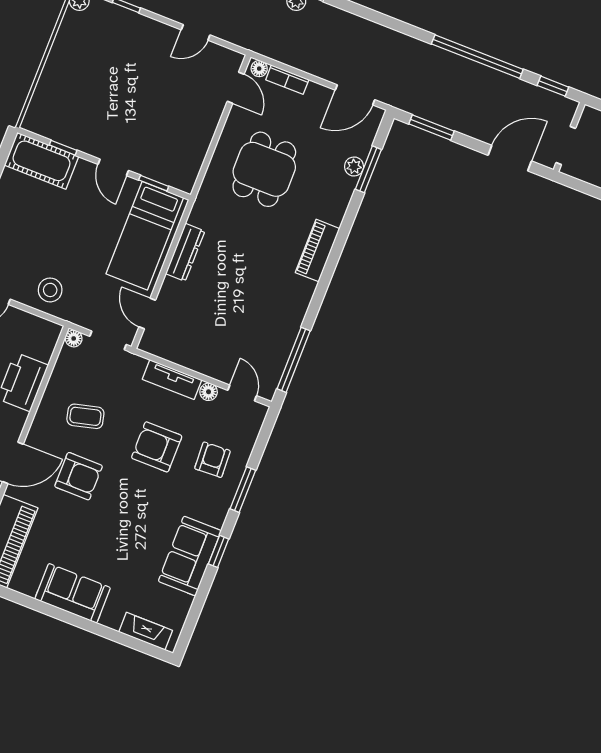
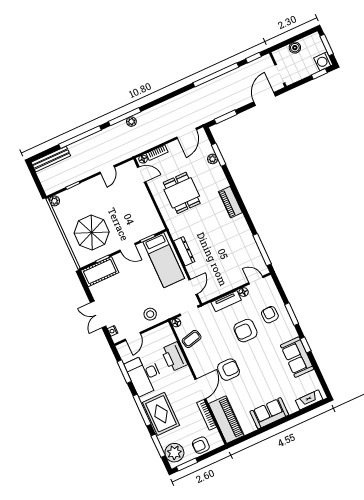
parasol: (86, 96) -> (92, 232), added
door: (147, 313) -> (193, 287), swing flipped
coffee table: (85, 416) -> (192, 339), moved

